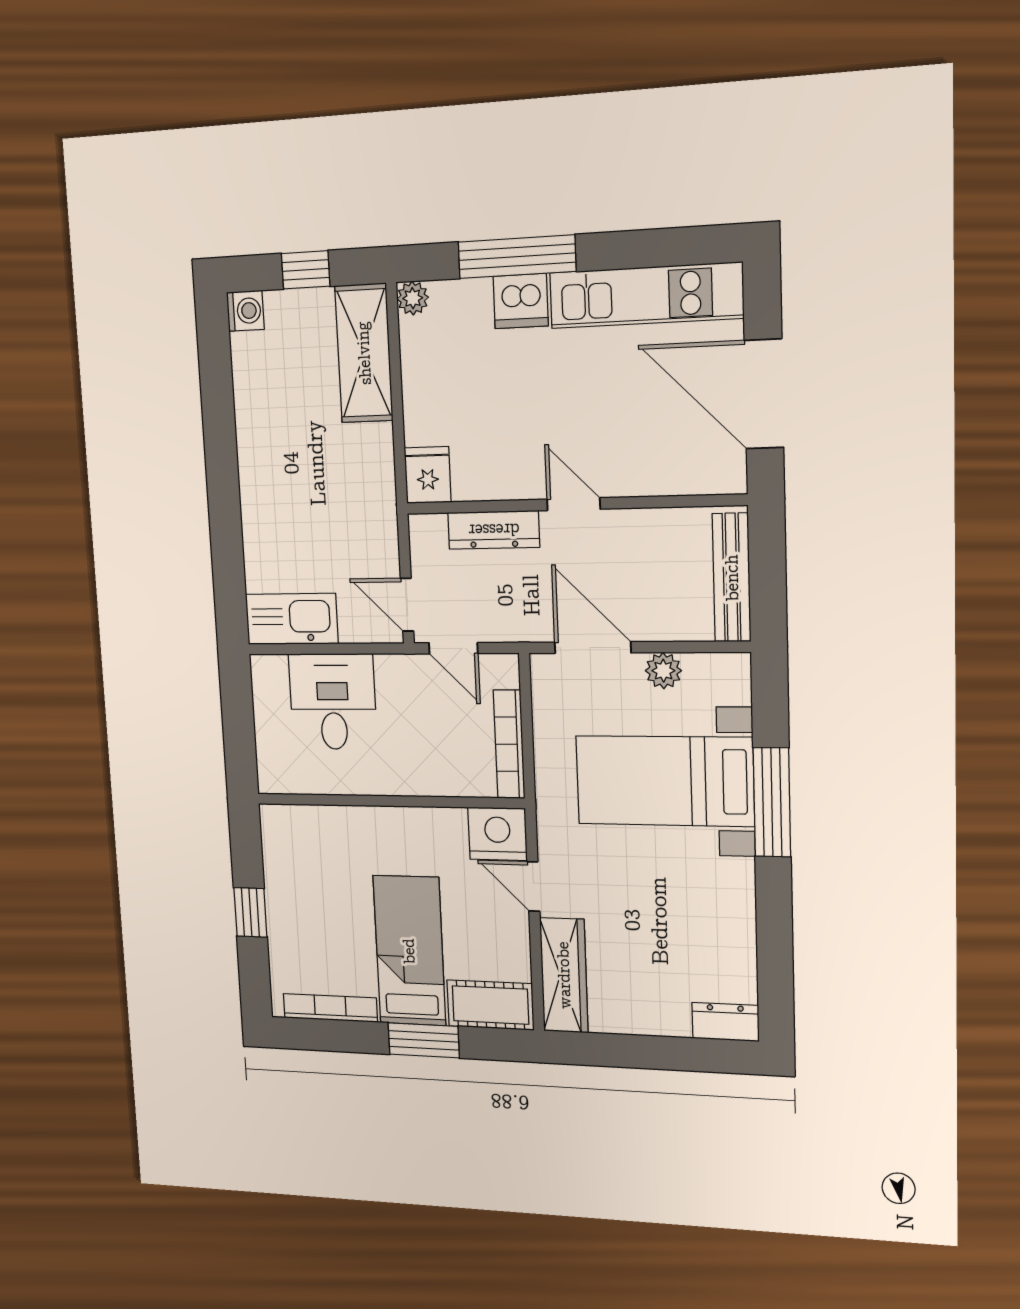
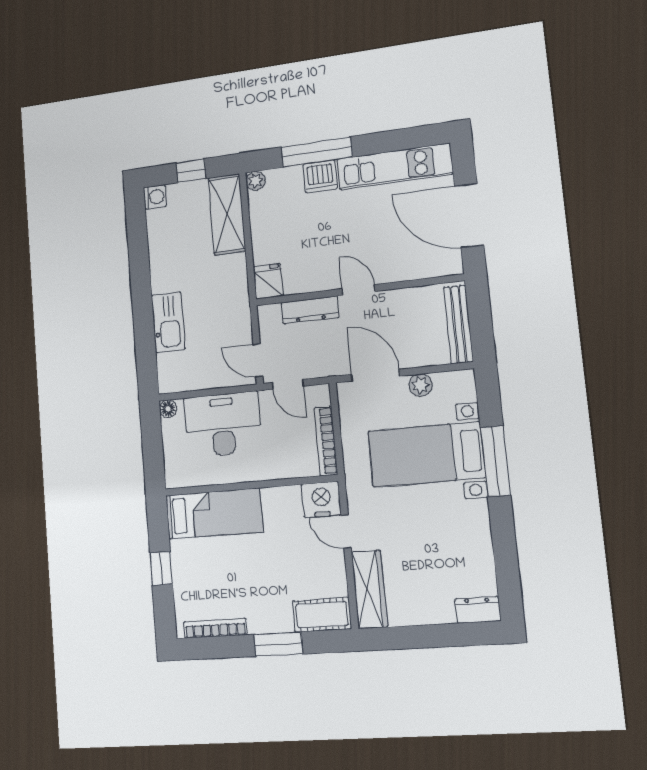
kitchen sink: (292, 619) -> (168, 322), moved, turned 90
floor lamp: (263, 668) -> (168, 409), added
desk: (333, 702) -> (223, 424), width x1.37
bed: (409, 951) -> (214, 514), moved, turned 90

